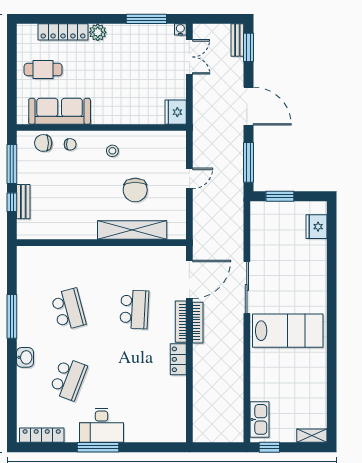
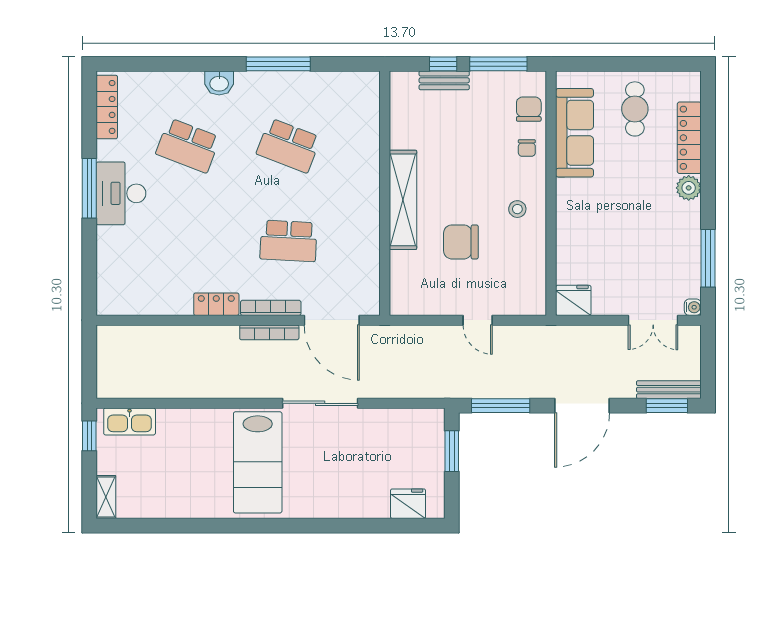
bench: (237, 40) -> (669, 390), width x1.36
shelving: (132, 230) -> (403, 200), moved
school desk: (68, 309) -> (289, 146), turned 36

